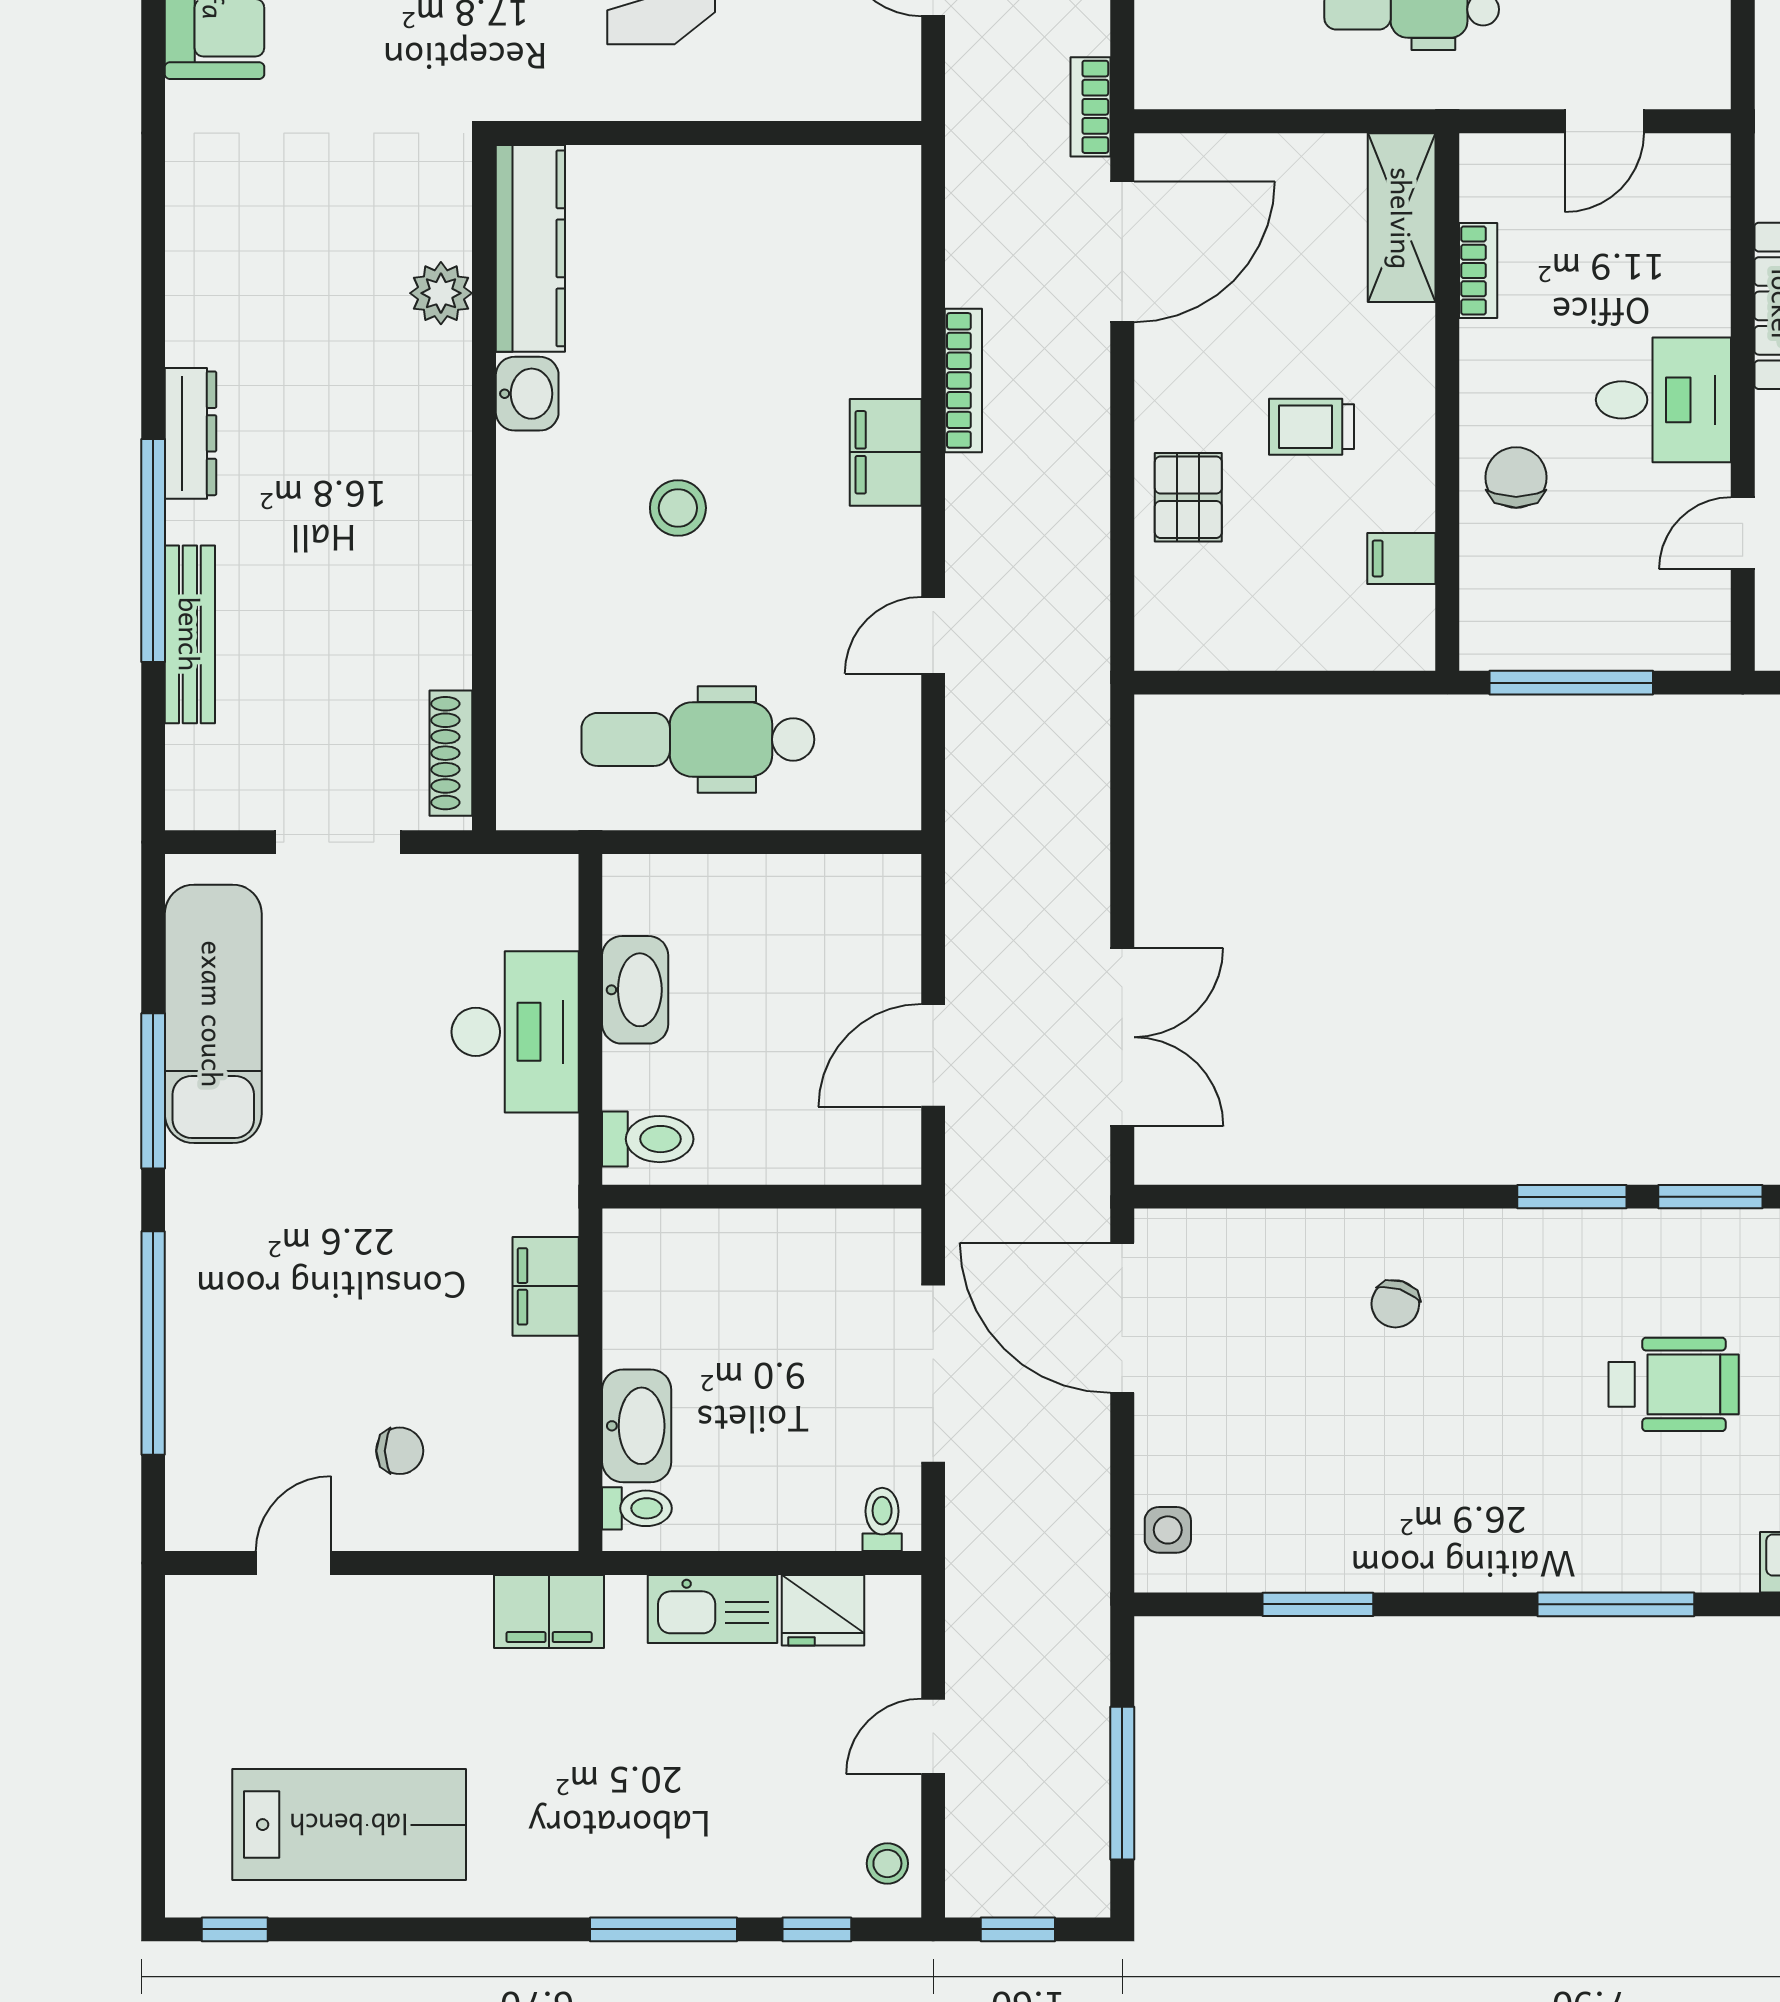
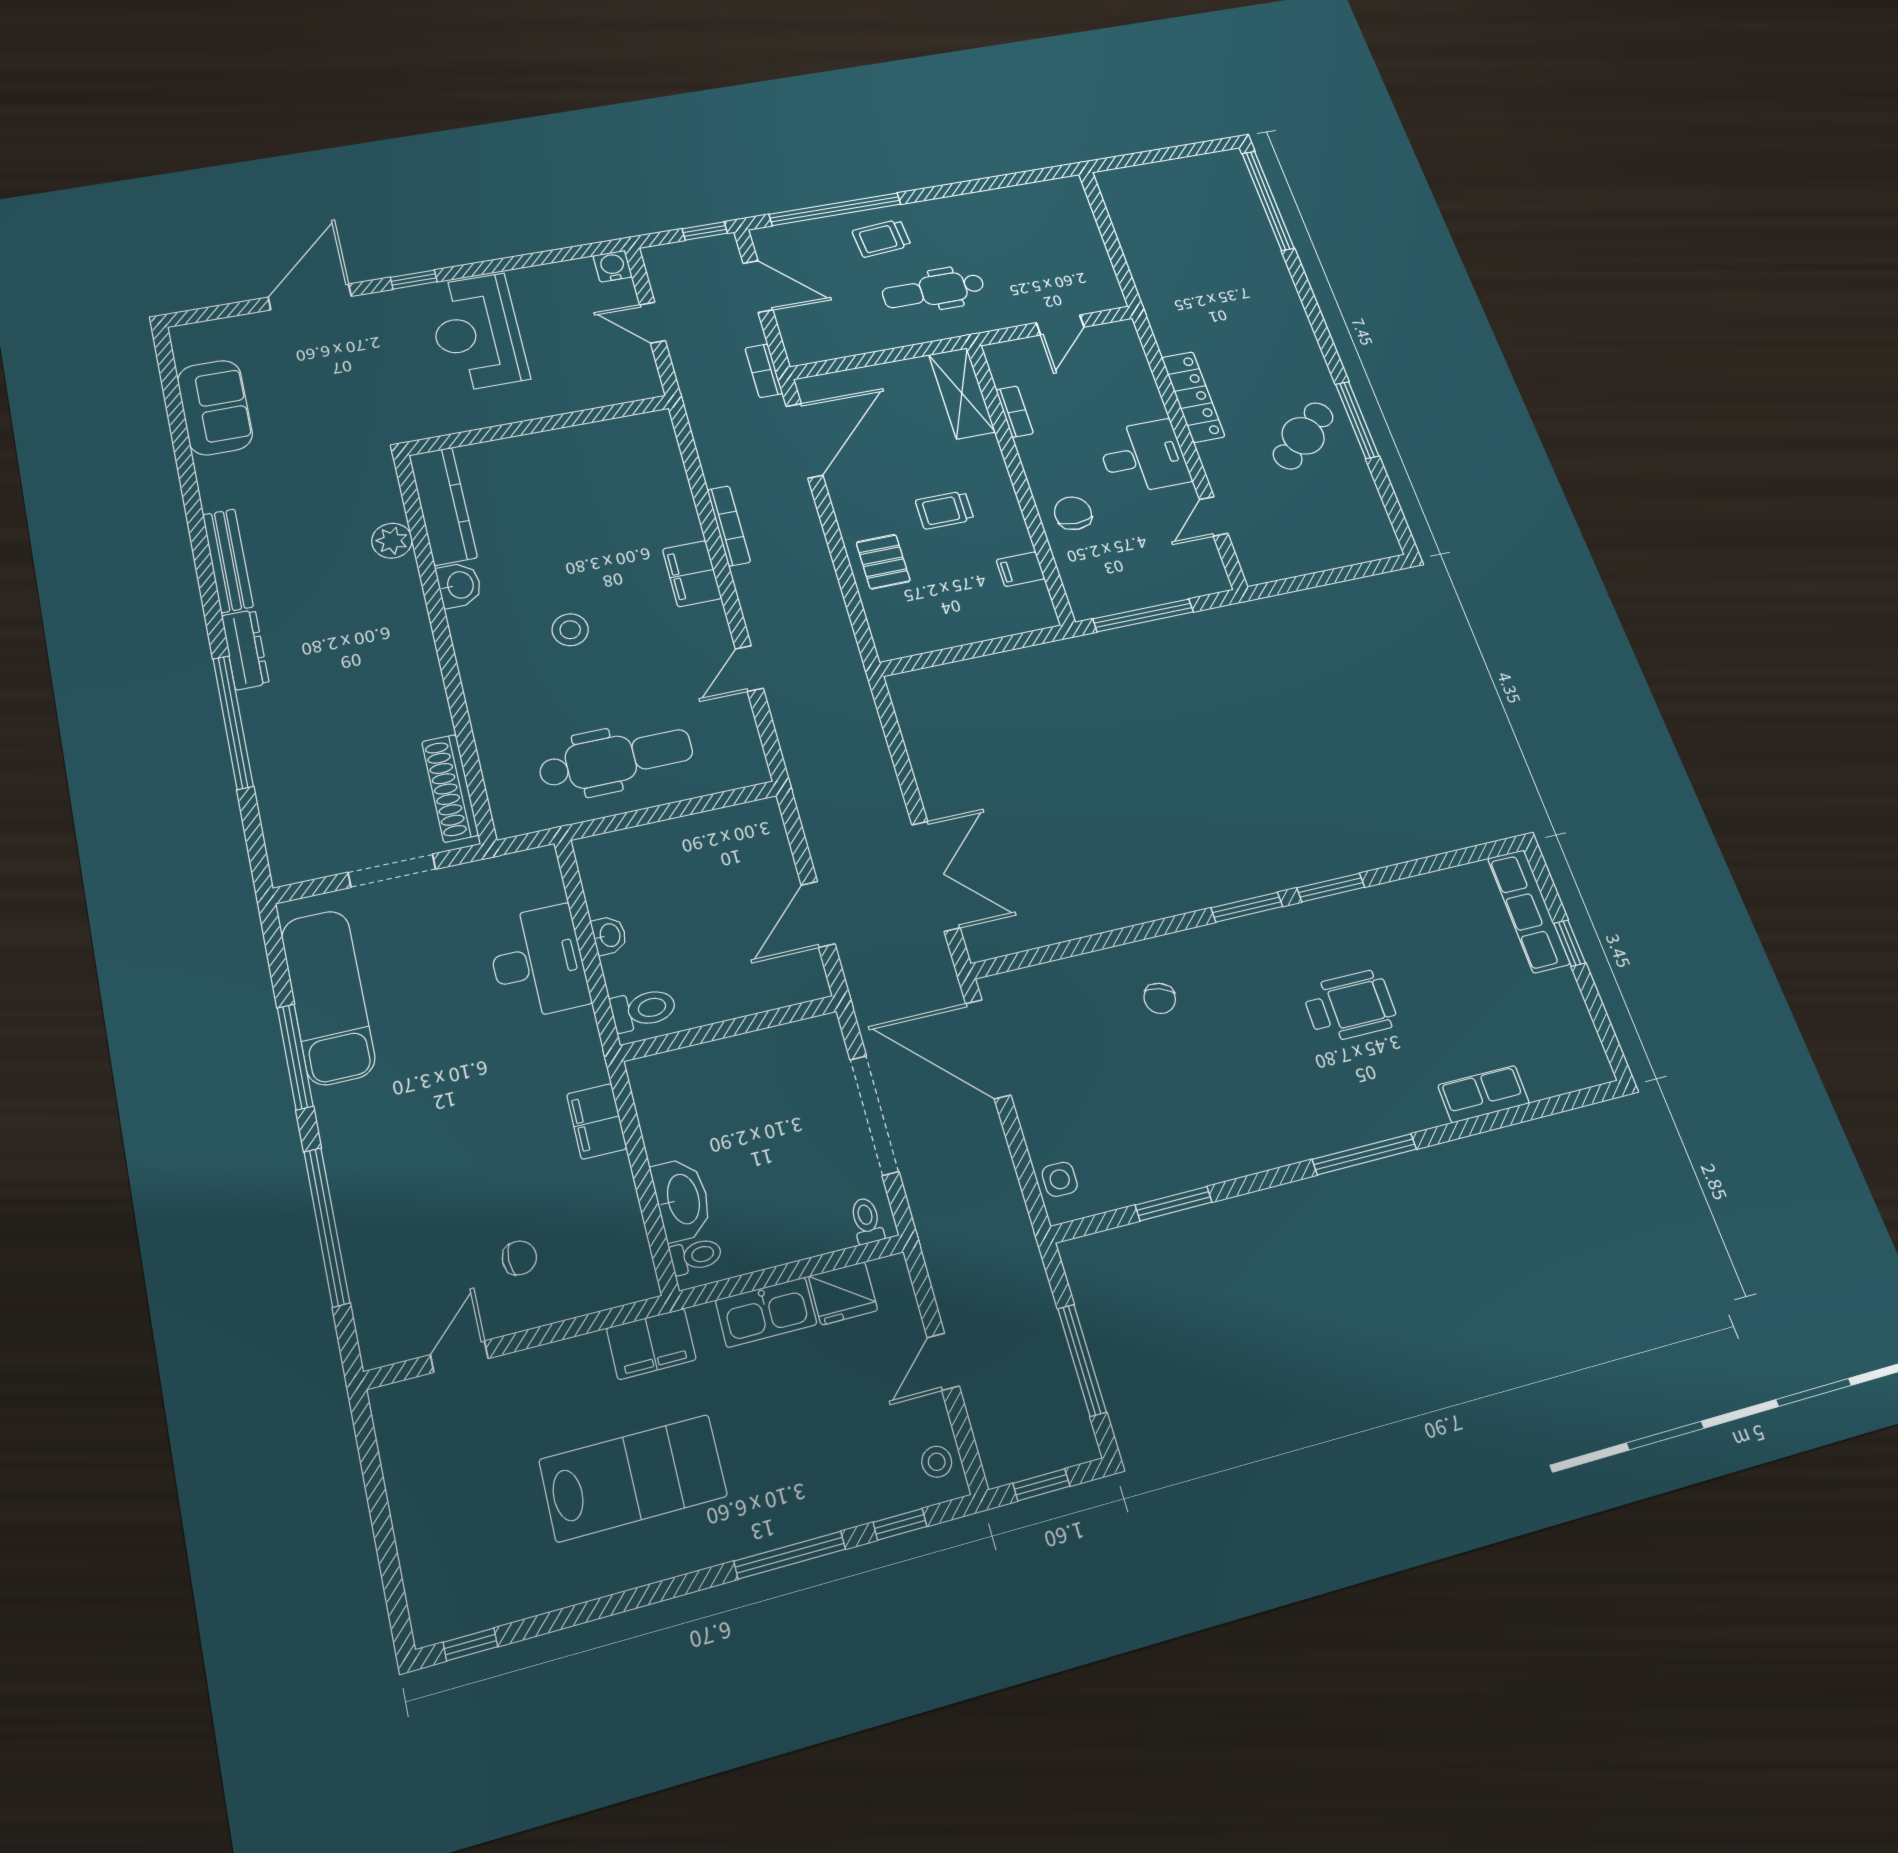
bench: (190, 634) -> (228, 561), moved
dental chair: (698, 739) -> (616, 759), turned 180
shoe rack: (451, 753) -> (450, 788), width x1.36, depth x1.24
washbasin: (635, 990) -> (609, 935), width x0.52, depth x0.69
lab bench: (349, 1825) -> (633, 1478), moved

